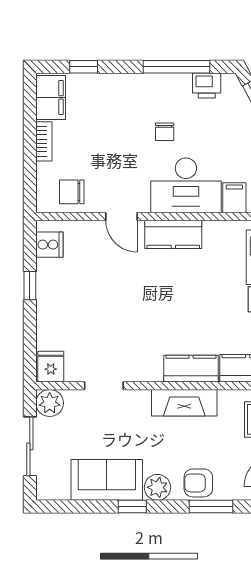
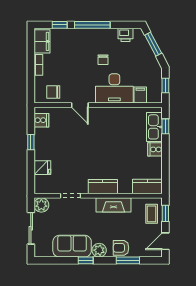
window: (177, 67) -> (92, 25), moved
kitchen counter: (173, 234) -> (108, 115), removed
fridge: (51, 367) -> (42, 168), moved, turned 90
kitchen counter: (191, 369) -> (103, 187), moved

